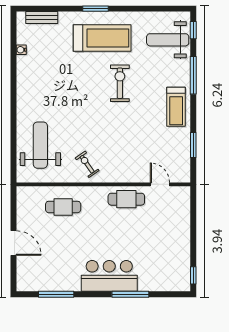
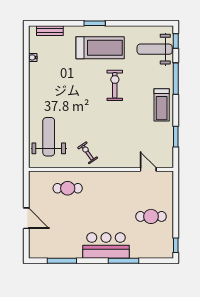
cafe table: (126, 199) -> (151, 216), moved

